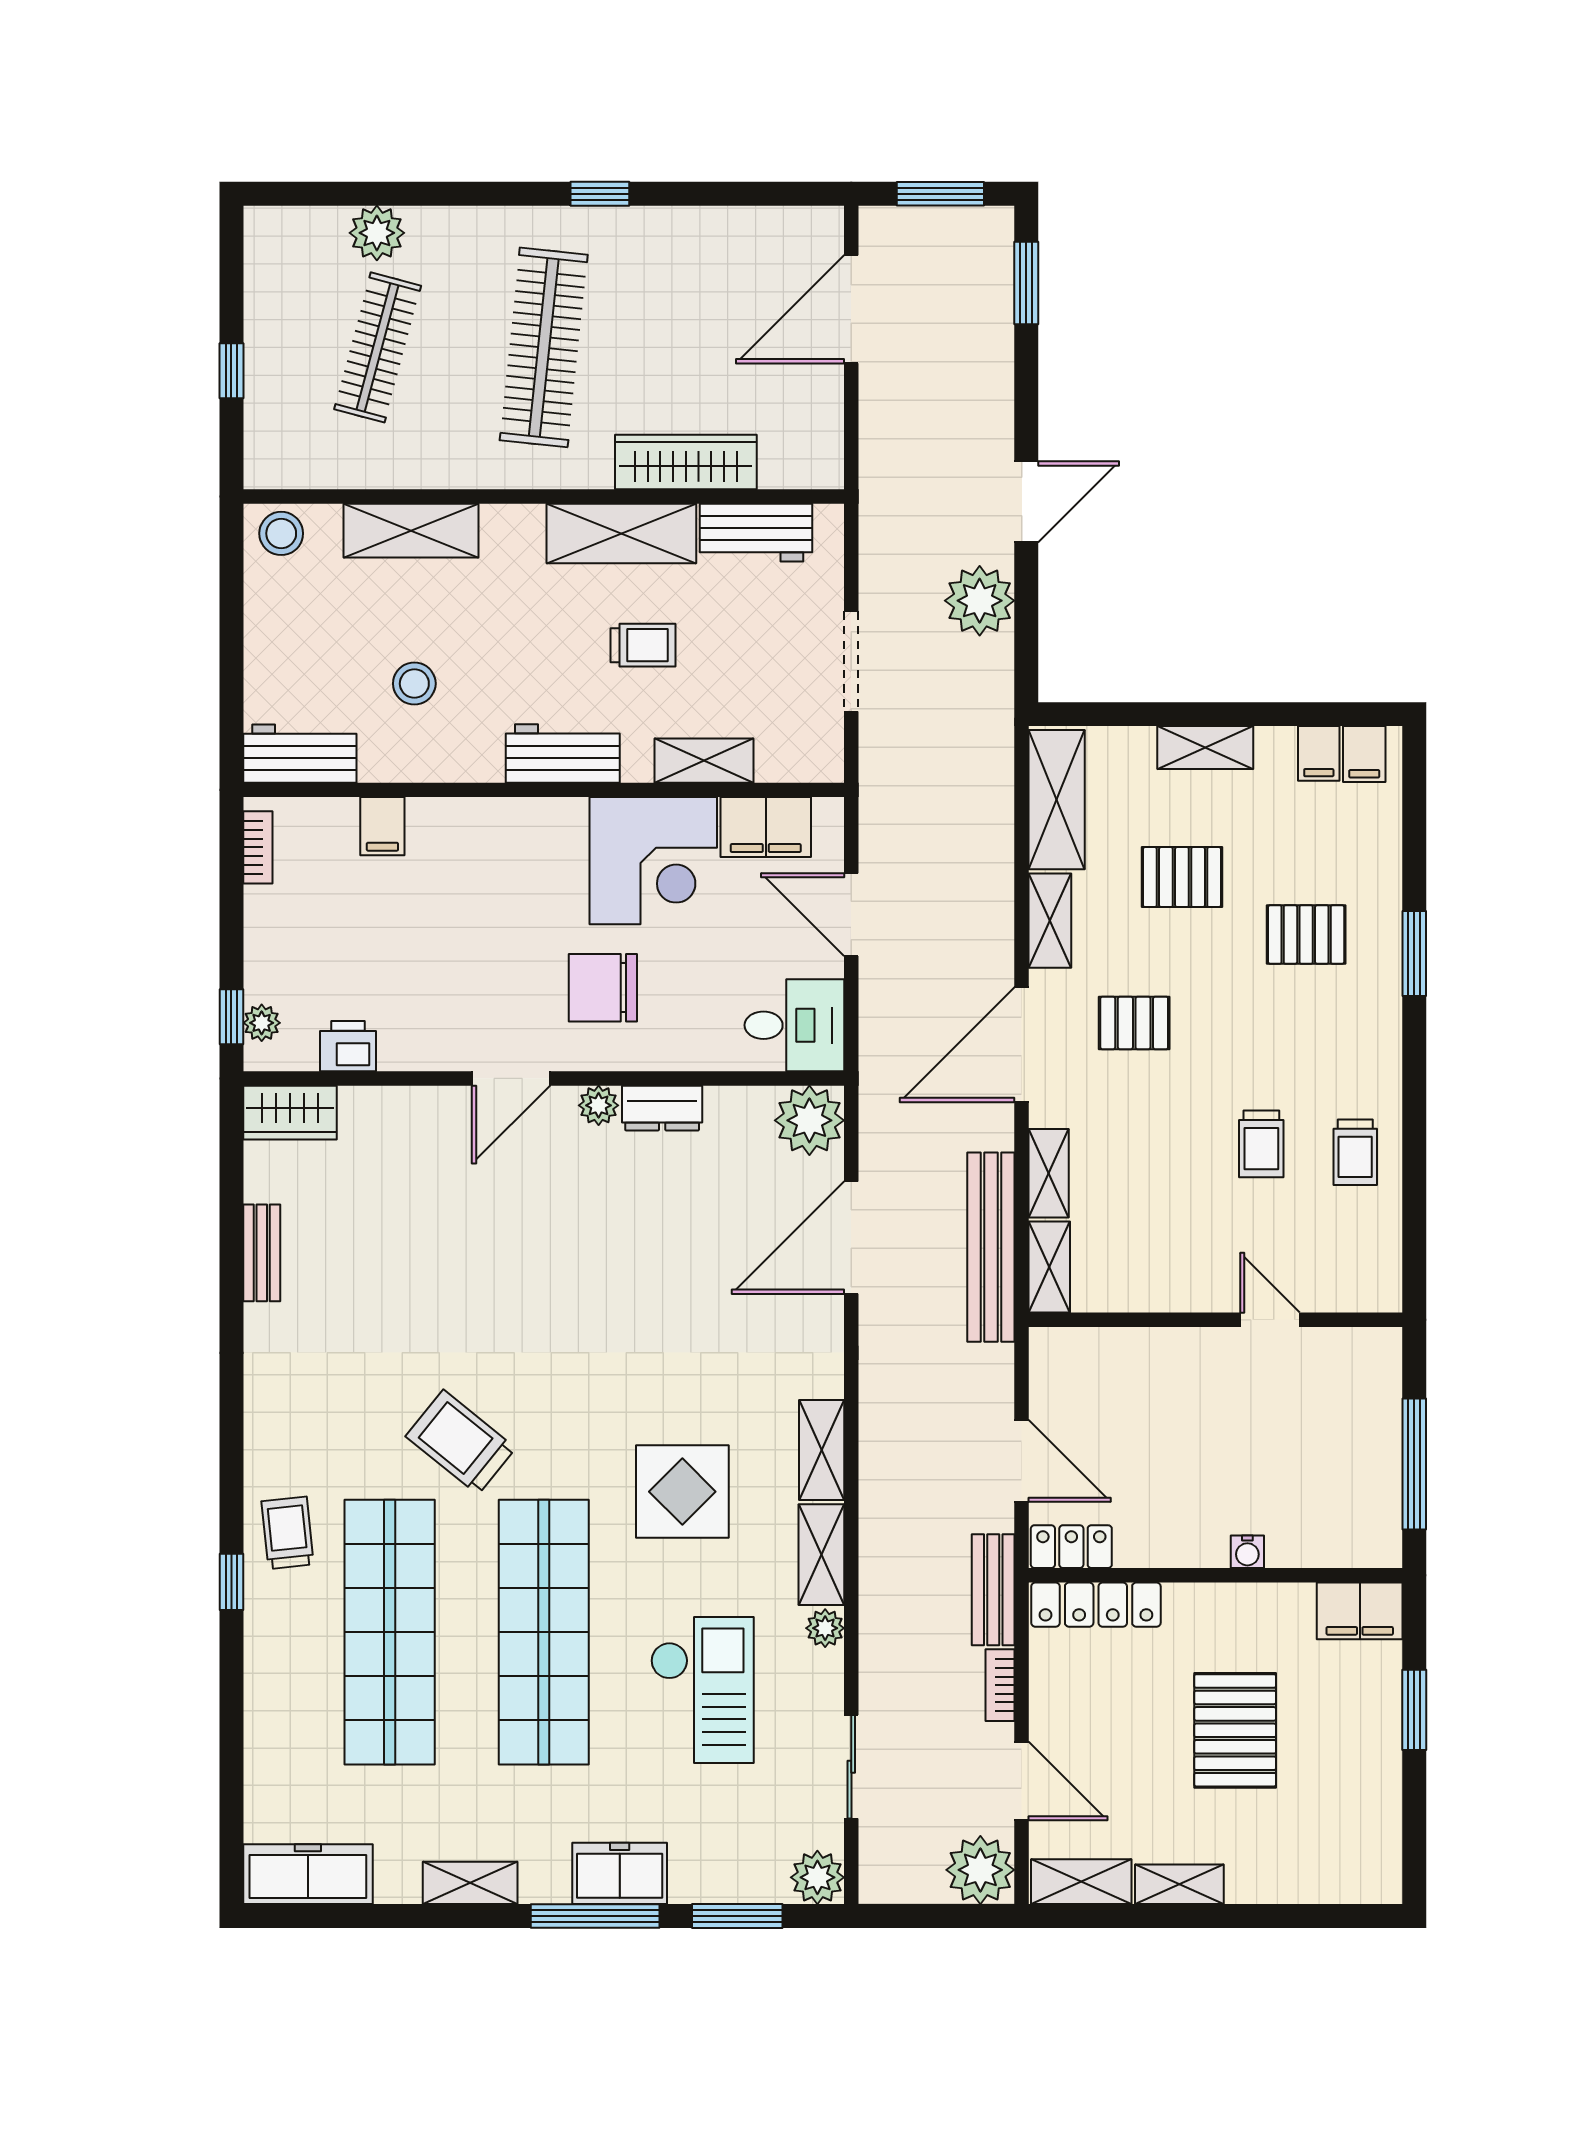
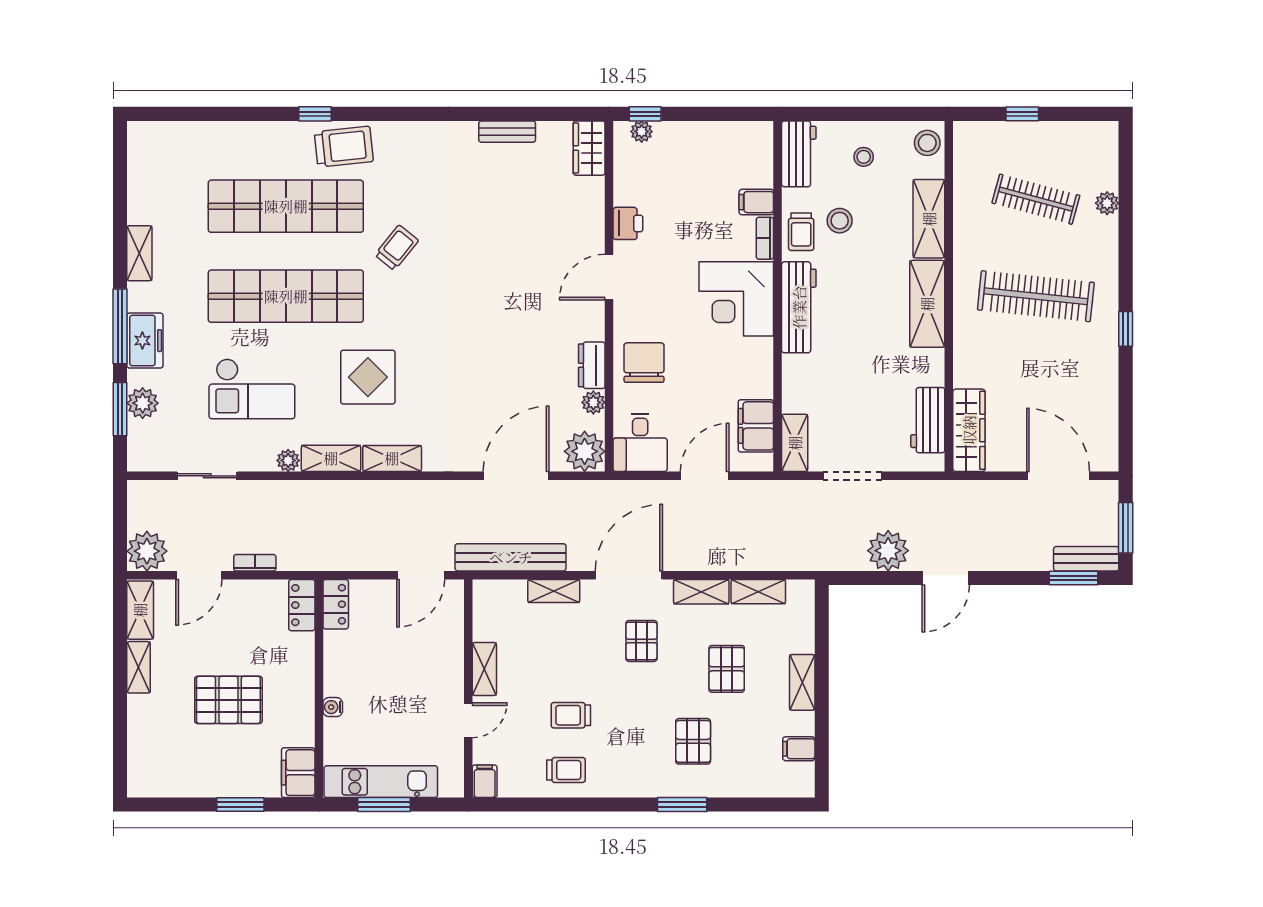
plant: (377, 233) -> (1107, 203), width x0.73, depth x0.73
wardrobe: (686, 462) -> (969, 430), moved
door: (1026, 502) -> (946, 578), hinge flipped
shelving: (621, 533) -> (927, 304), moved
stool: (305, 642) -> (864, 157), added
trolley: (643, 645) -> (801, 232), moved
workbench: (563, 753) -> (799, 307), width x1.38
filing cabinet: (1364, 754) -> (485, 781), moved, turned 90
shelving: (704, 761) -> (795, 443), moved
shelving: (1057, 800) -> (758, 592), width x0.67, depth x0.75
bookcase: (258, 847) -> (765, 238), moved, turned 90
corner desk: (653, 861) -> (736, 299), moved
chair: (603, 988) -> (644, 363), moved
door: (1022, 1045) -> (629, 575), hinge flipped
printer: (348, 1046) -> (628, 223), moved
door: (511, 1078) -> (609, 277), hinge flipped
plant: (599, 1105) -> (593, 402), moved
trolley: (1355, 1152) -> (566, 770), turned 180
door: (851, 1238) -> (516, 476), hinge flipped
shelving: (1049, 1267) -> (484, 669), moved, turned 90
trolley: (461, 1442) -> (397, 248), width x0.73, depth x0.72
door: (1022, 1461) -> (421, 575), moved
window: (1414, 1464) -> (384, 805), width x0.69
kitchen unit: (1375, 1469) -> (381, 782), added
trolley: (288, 1533) -> (344, 147), width x1.36, depth x1.39
bench: (993, 1590) -> (1086, 559), moved
locker: (1096, 1605) -> (302, 605), width x0.66
freezer: (308, 1874) -> (144, 159), removed
plant: (817, 1877) -> (143, 403), moved

